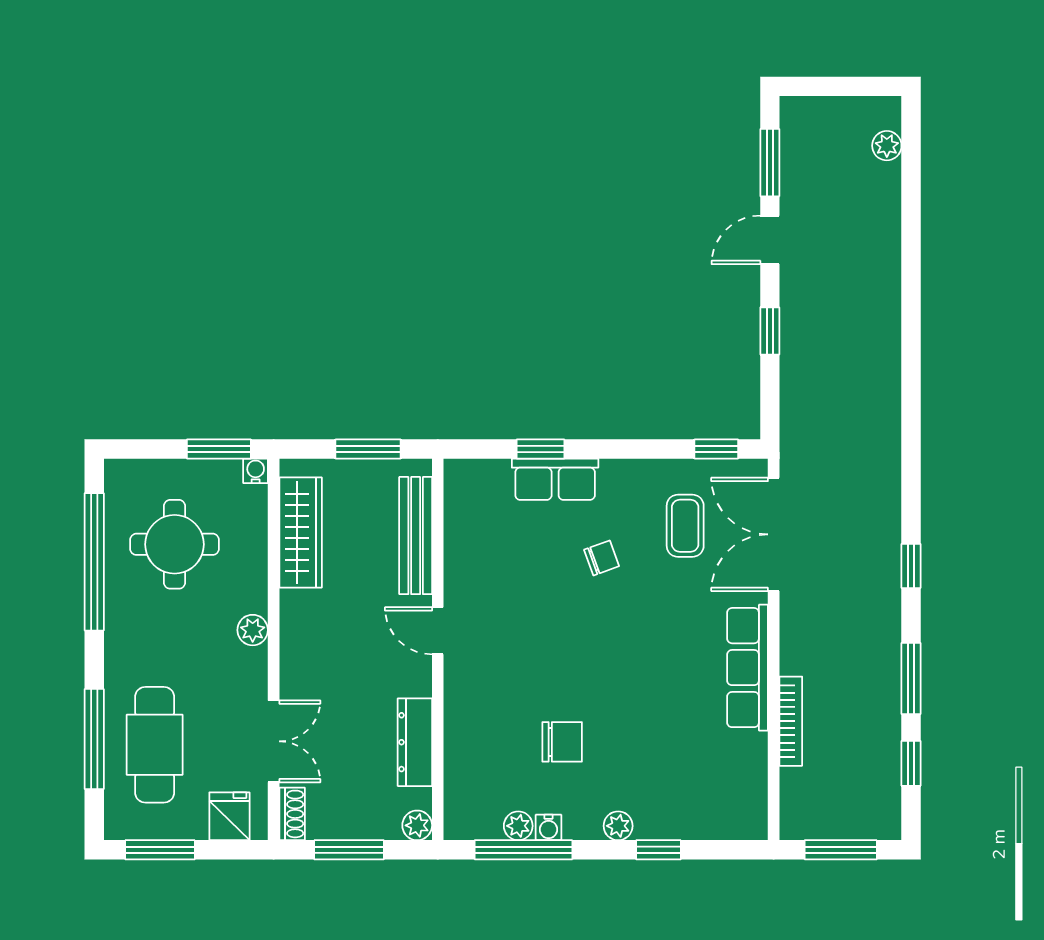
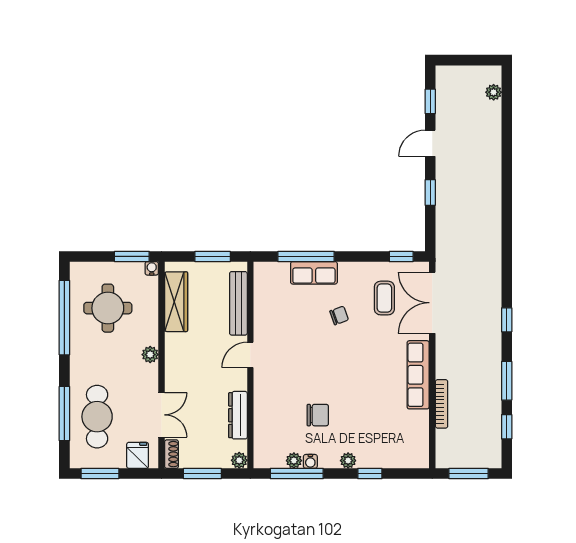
window: (770, 163) -> (430, 101), width x0.67
window: (541, 449) -> (306, 256), width x2.17
door: (438, 631) -> (250, 355), hinge flipped

